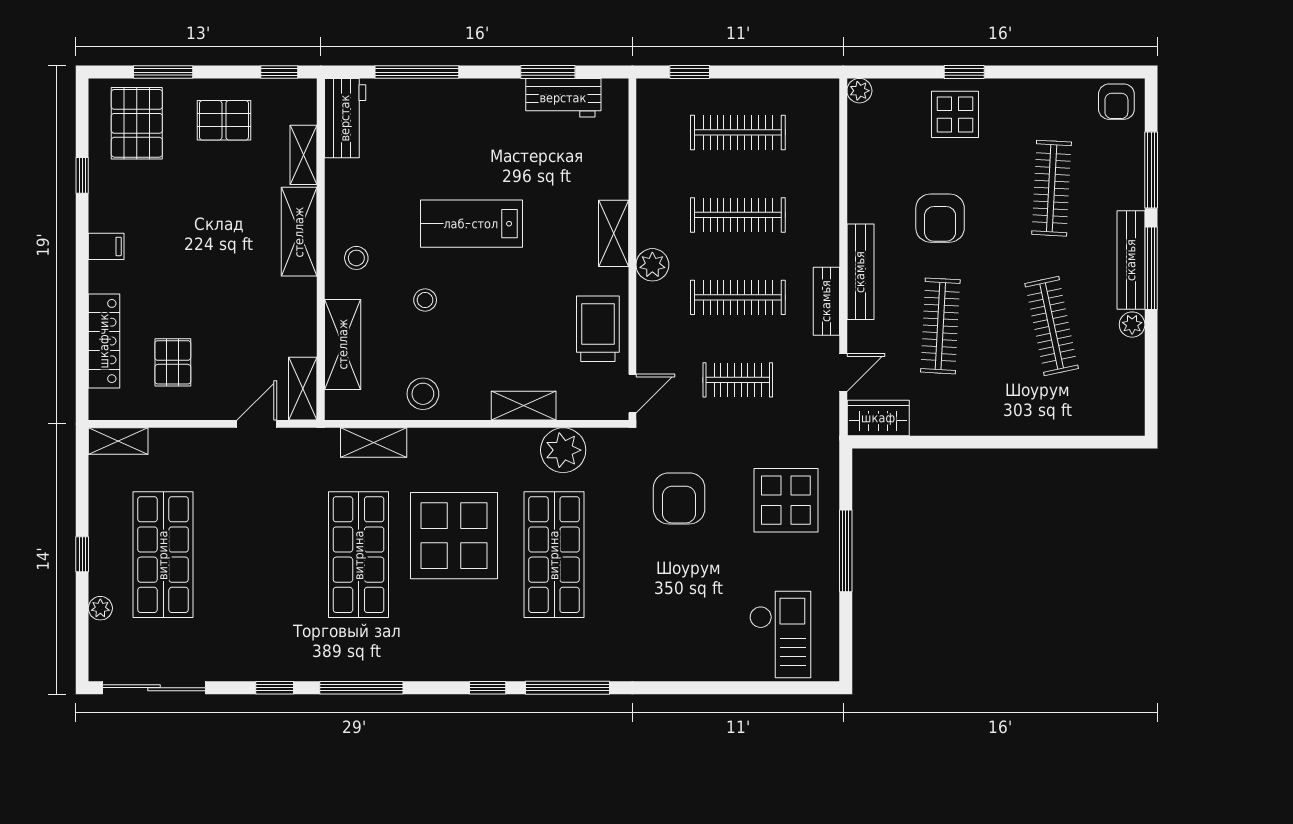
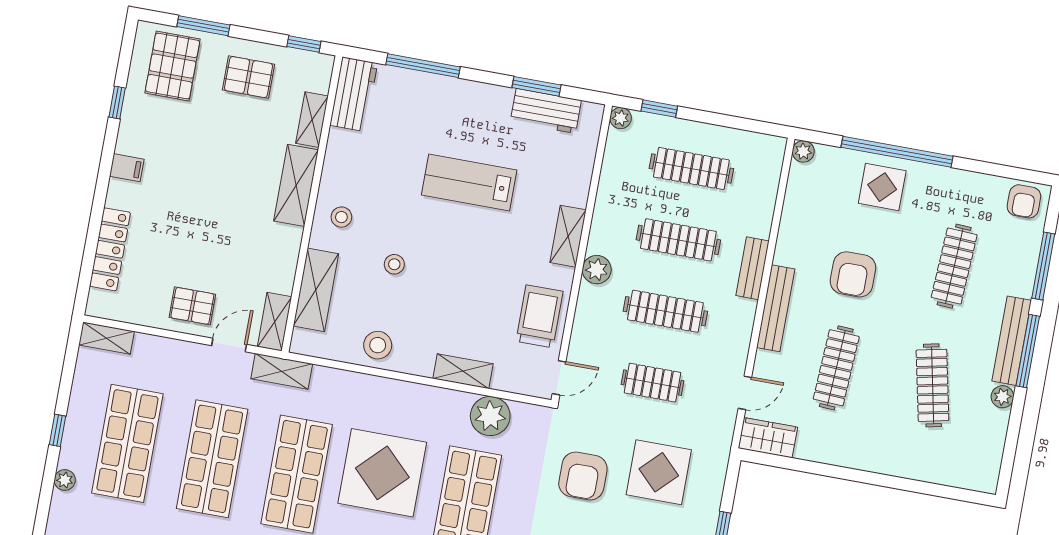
window: (964, 72) -> (897, 152), width x3.17
plant: (648, 90) -> (621, 118), added
lab bench: (471, 224) -> (469, 182), moved
bench: (826, 301) -> (753, 268), moved
pallet: (173, 362) -> (192, 306), moved, turned 90
shelving: (374, 443) -> (282, 371), moved
display table: (786, 500) -> (659, 472), moved
shop shelf: (261, 555) -> (212, 459), added

